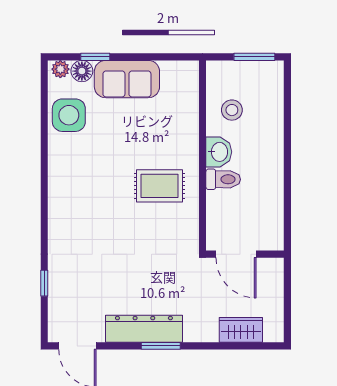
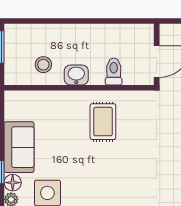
toilet: (223, 179) -> (114, 72), moved

